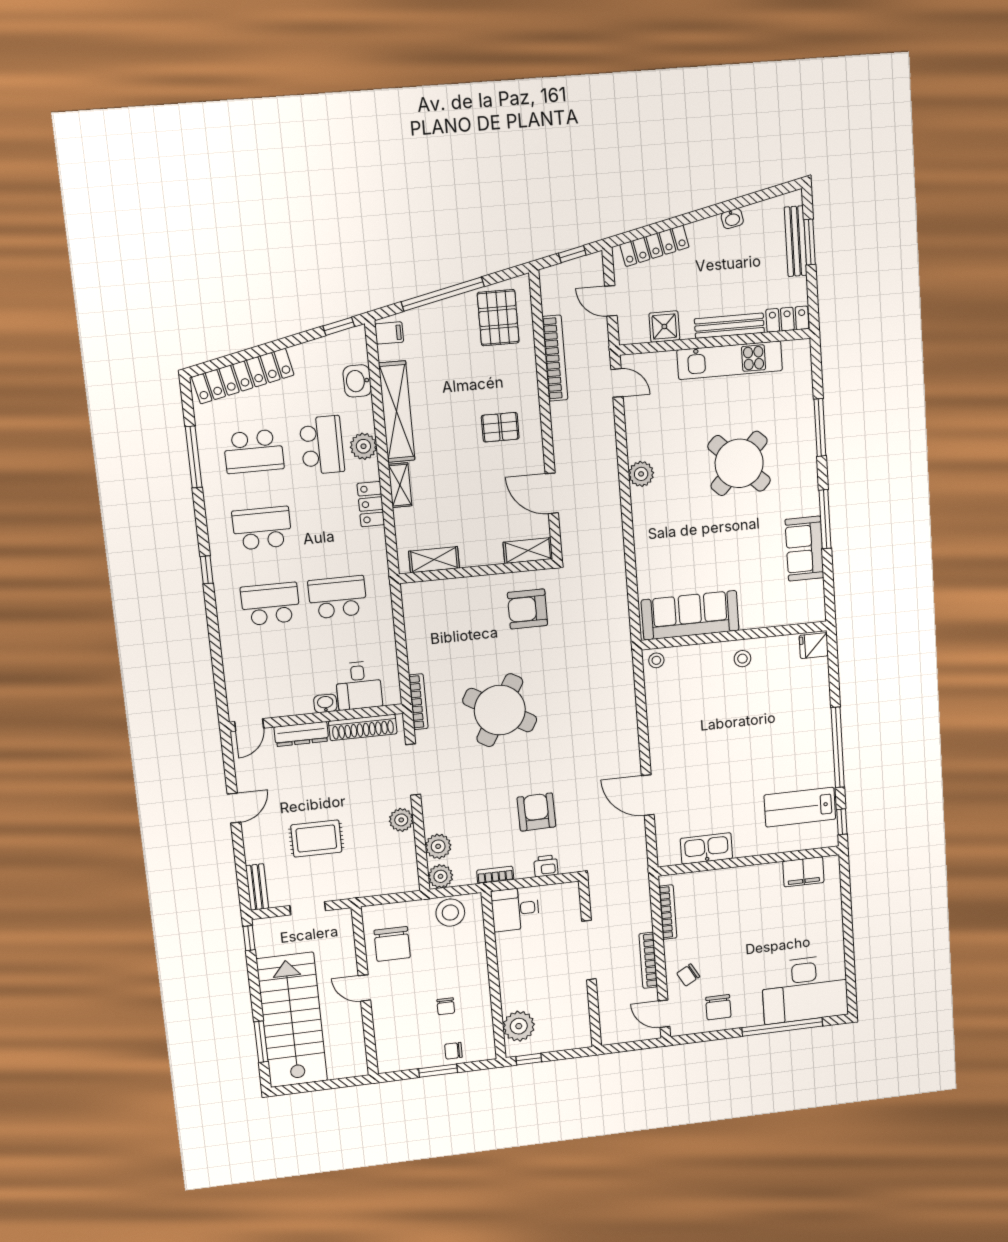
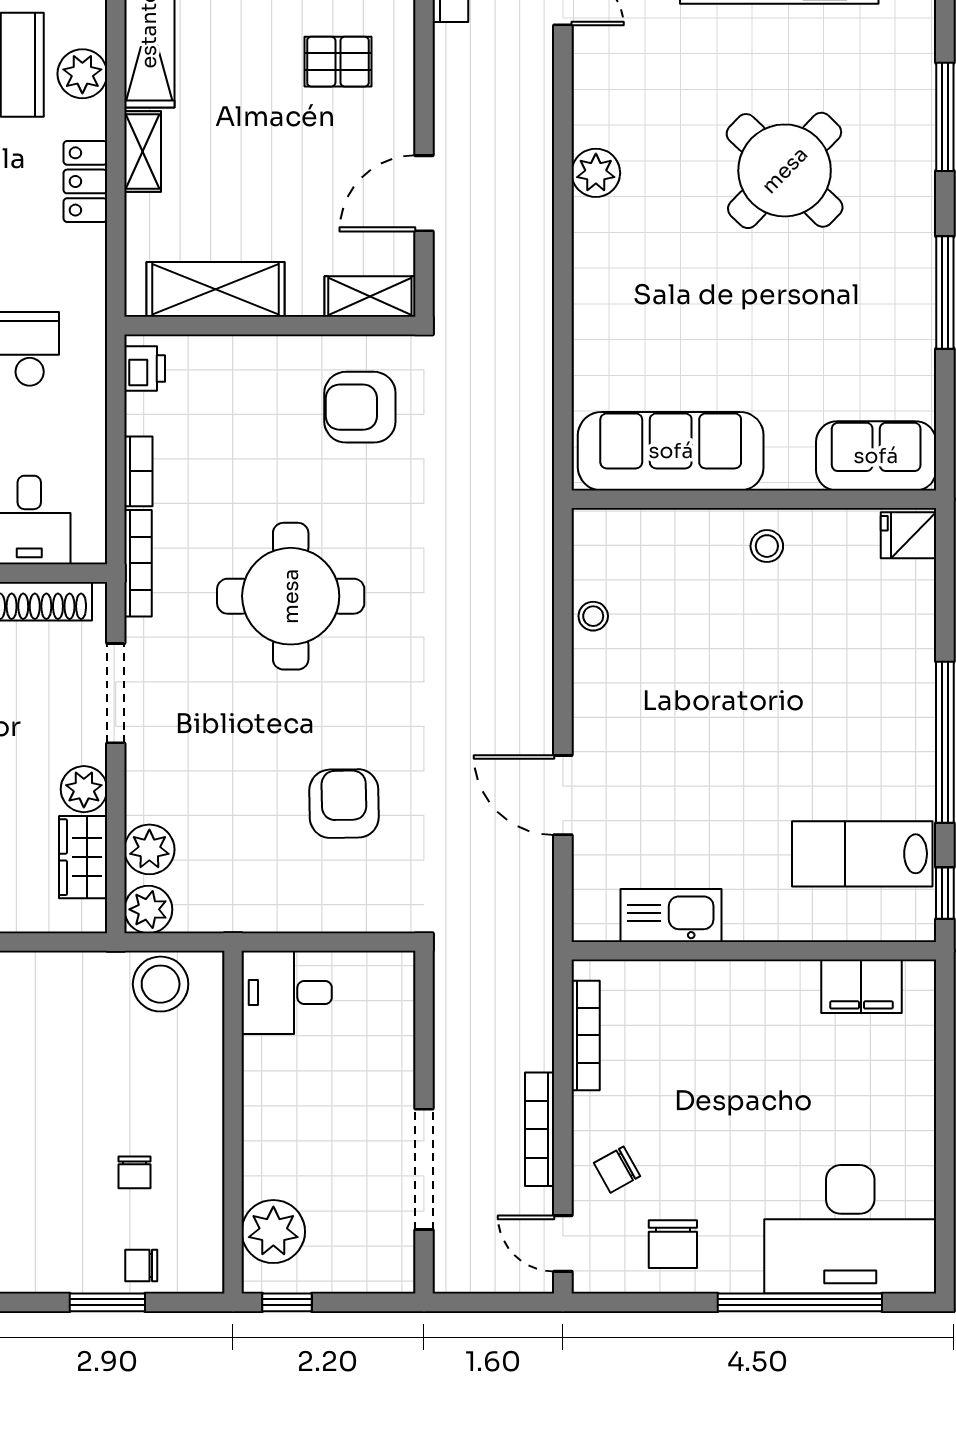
door: (552, 493) -> (424, 193), hinge flipped
sofa: (805, 549) -> (876, 456), moved, turned 90
shelving: (434, 560) -> (216, 289), width x1.50, depth x1.33
stool: (656, 660) -> (593, 616), moved
round table: (500, 710) -> (291, 596), turned -30
wardrobe: (404, 854) -> (83, 857), added
printer: (546, 866) -> (145, 369), moved, turned 90
bookcase: (495, 875) -> (138, 471), moved, turned 90
chair: (392, 944) -> (43, 1033), removed
doorway: (589, 950) -> (424, 1169), moved

